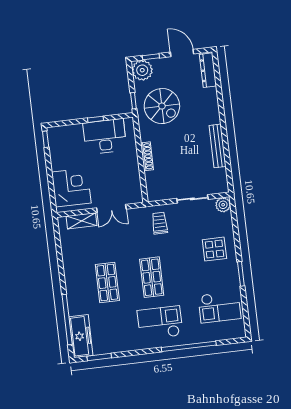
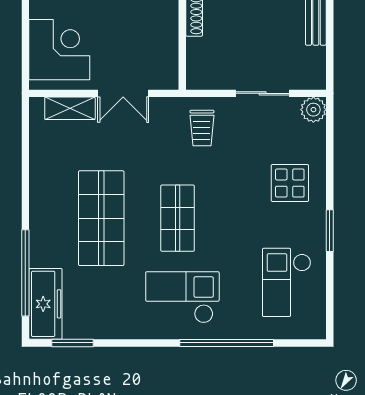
trolley: (160, 223) -> (202, 128), turned 180
shop shelf: (107, 283) -> (101, 218), width x1.43, depth x1.36
checkout: (219, 307) -> (287, 282), turned 90

